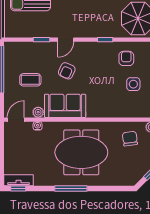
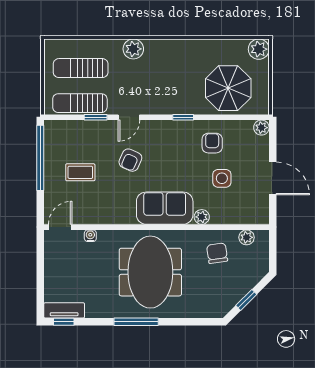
sun lounger: (30, 29) -> (80, 103), added
sofa: (65, 106) -> (165, 208), moved
plant: (38, 112) -> (202, 217), moved
meeting table: (81, 152) -> (150, 272), turned 90

